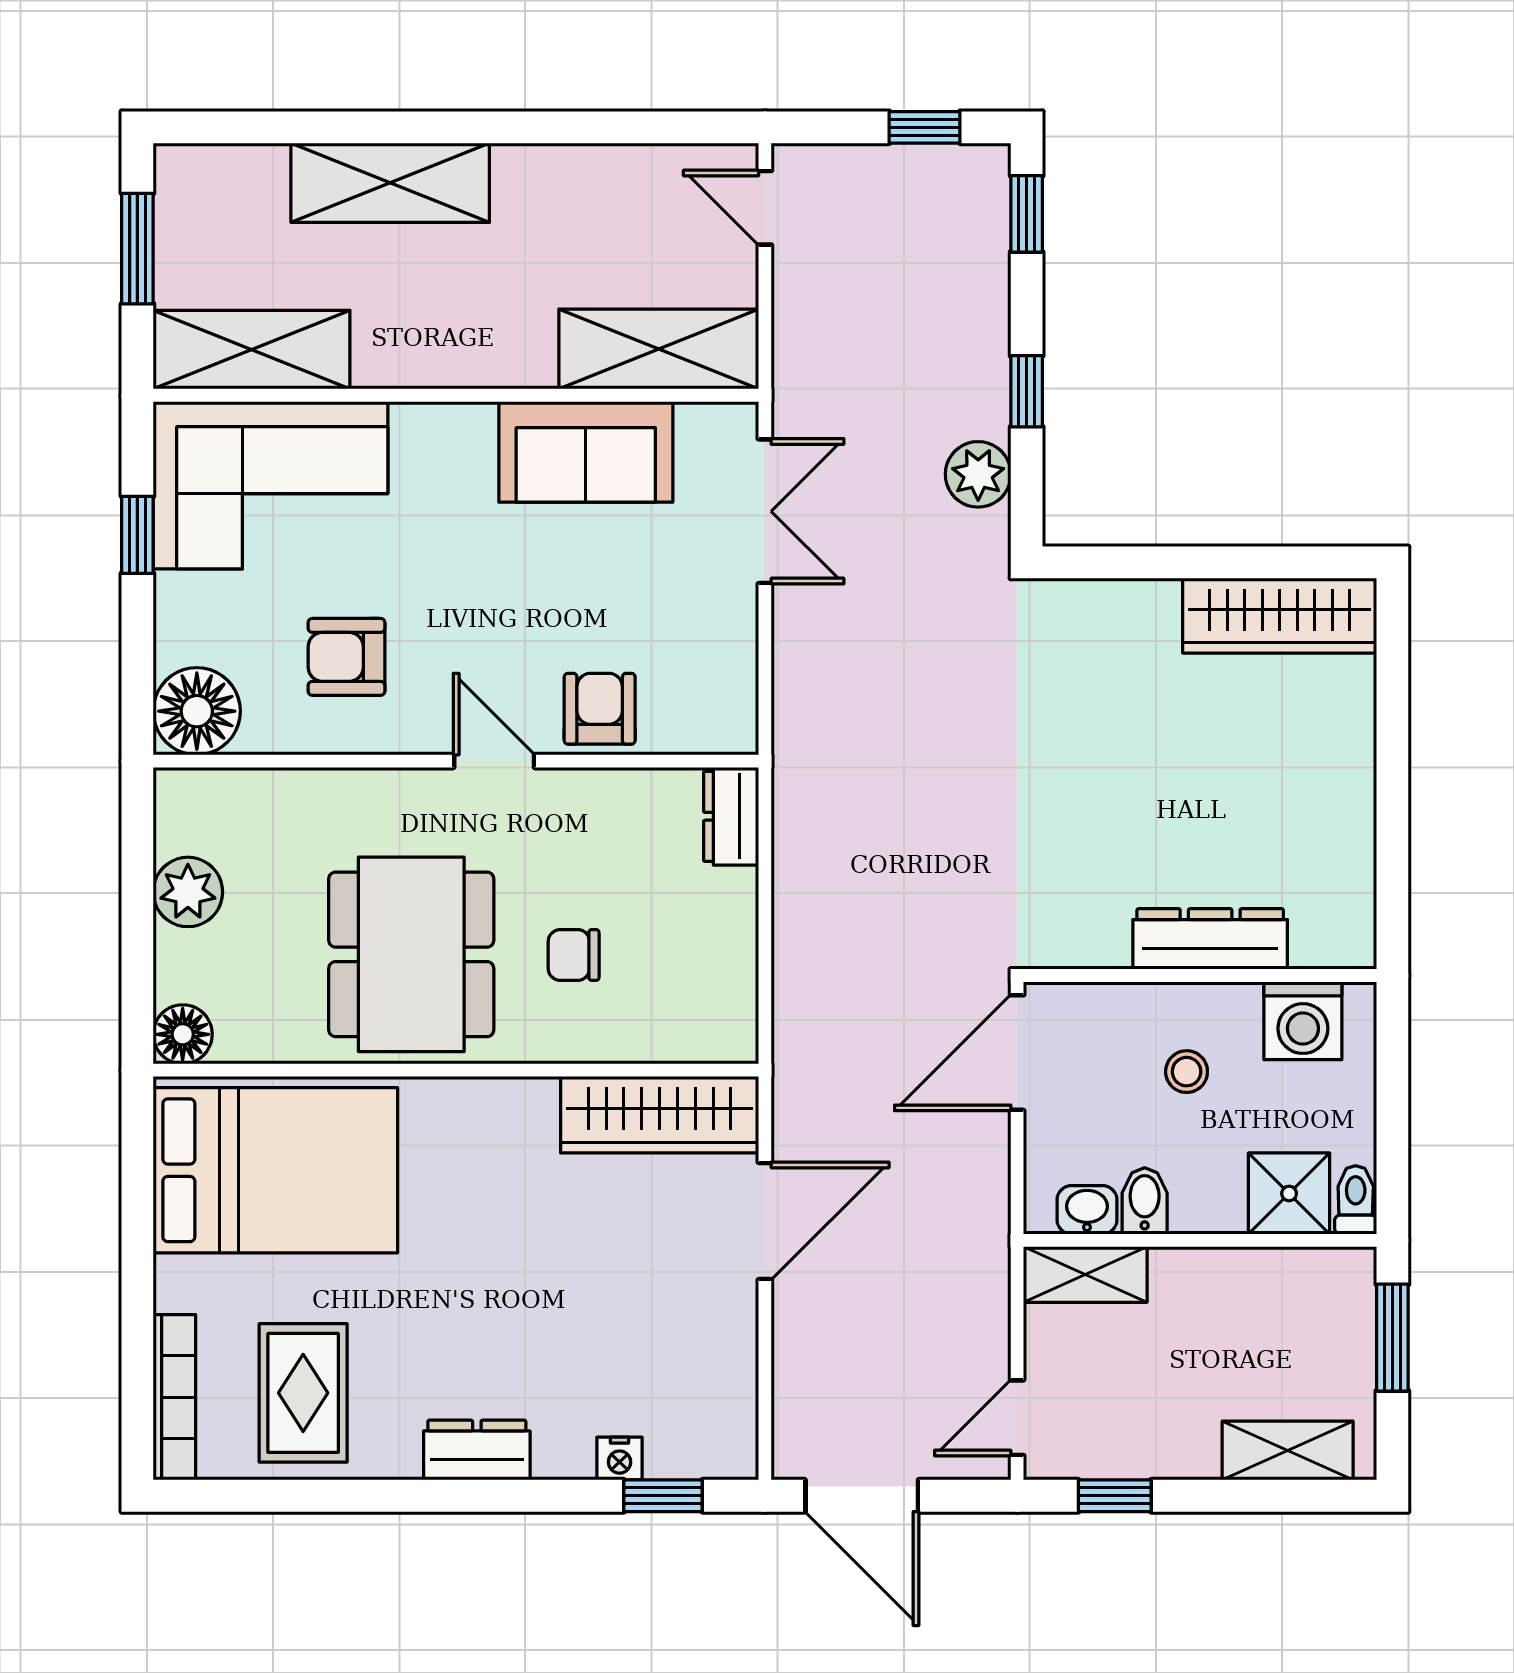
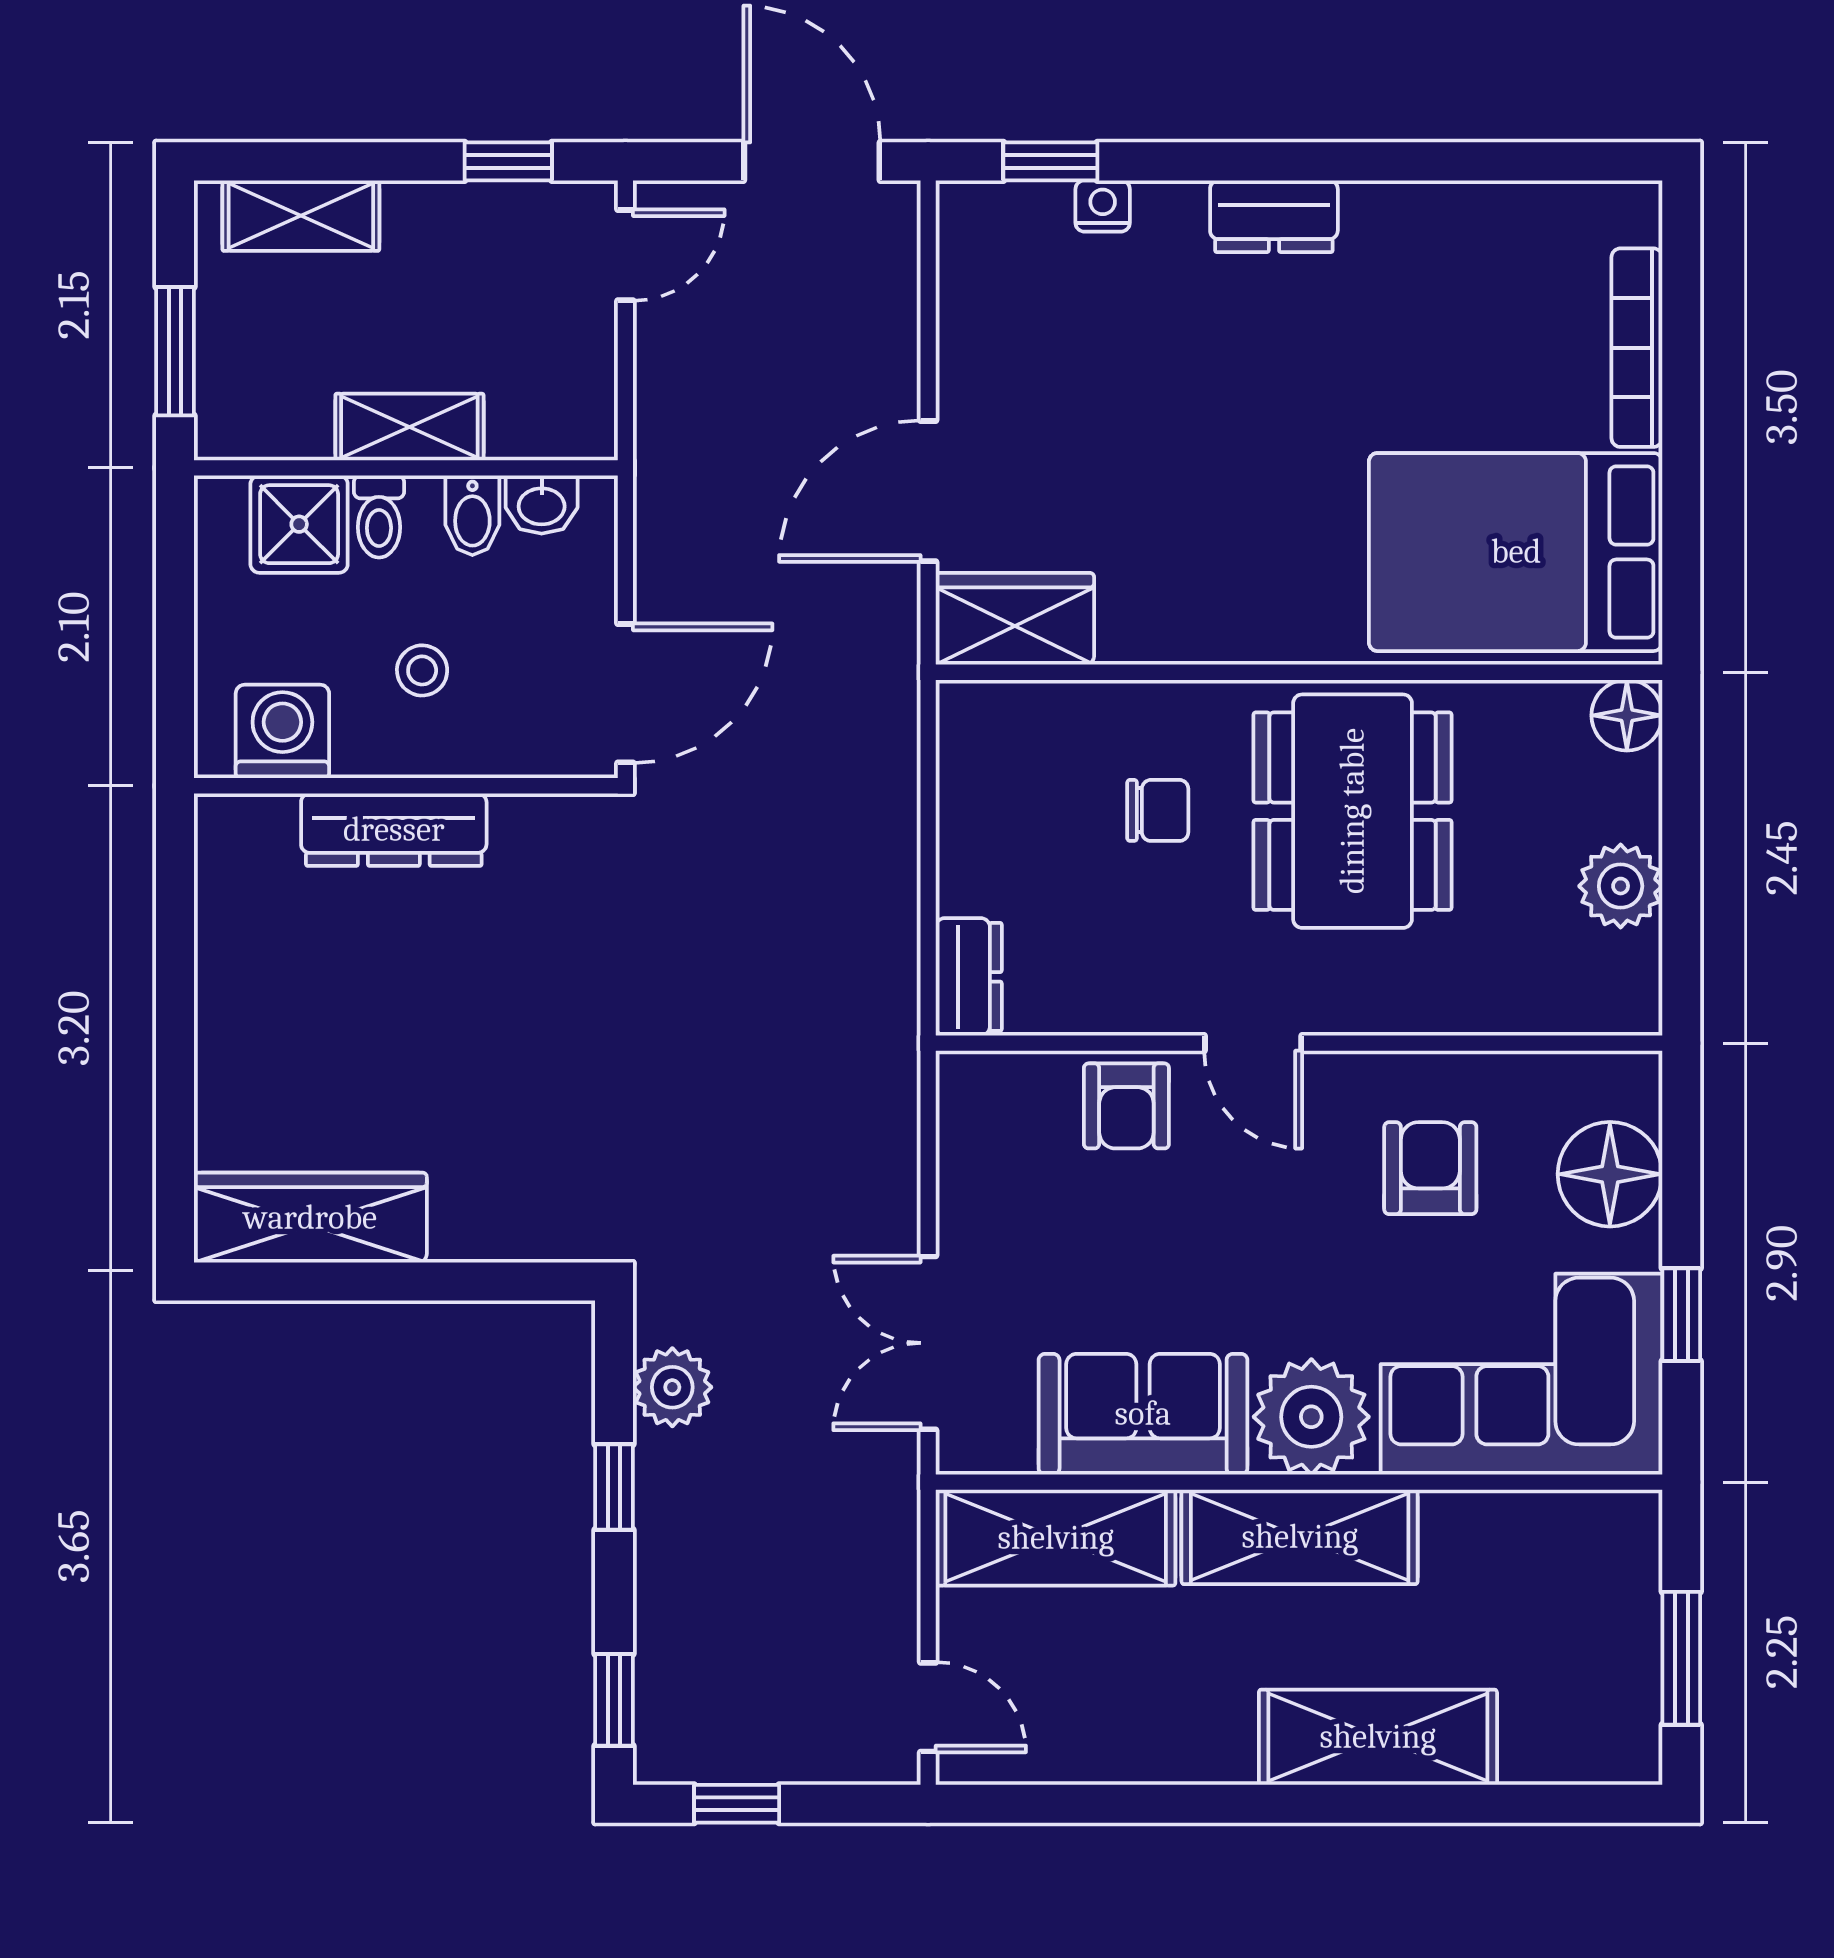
shelving: (252, 350) -> (1300, 1537), moved
plant: (446, 450) -> (1311, 1417), added
armchair: (346, 657) -> (1430, 1168), turned -90
floor lamp: (197, 711) -> (1610, 1174), moved
wardrobe: (660, 1115) -> (1015, 619), width x0.67
toilet: (1356, 1200) -> (379, 517), moved
shelving: (1085, 1274) -> (409, 427), moved
rug: (303, 1393) -> (1482, 285), removed
bookcase: (174, 1397) -> (1637, 348), moved

